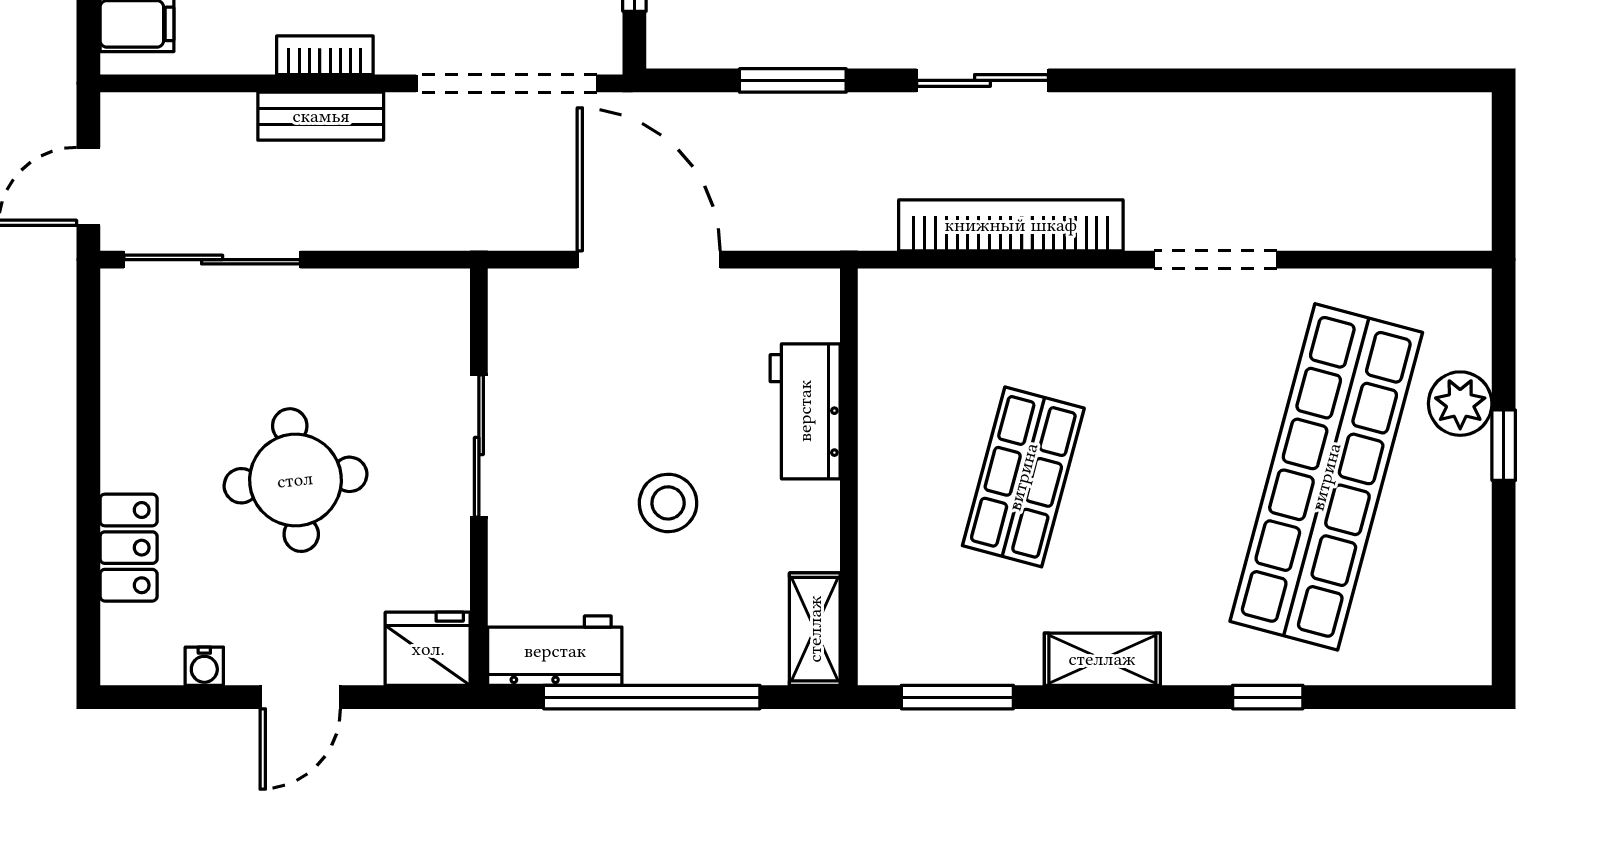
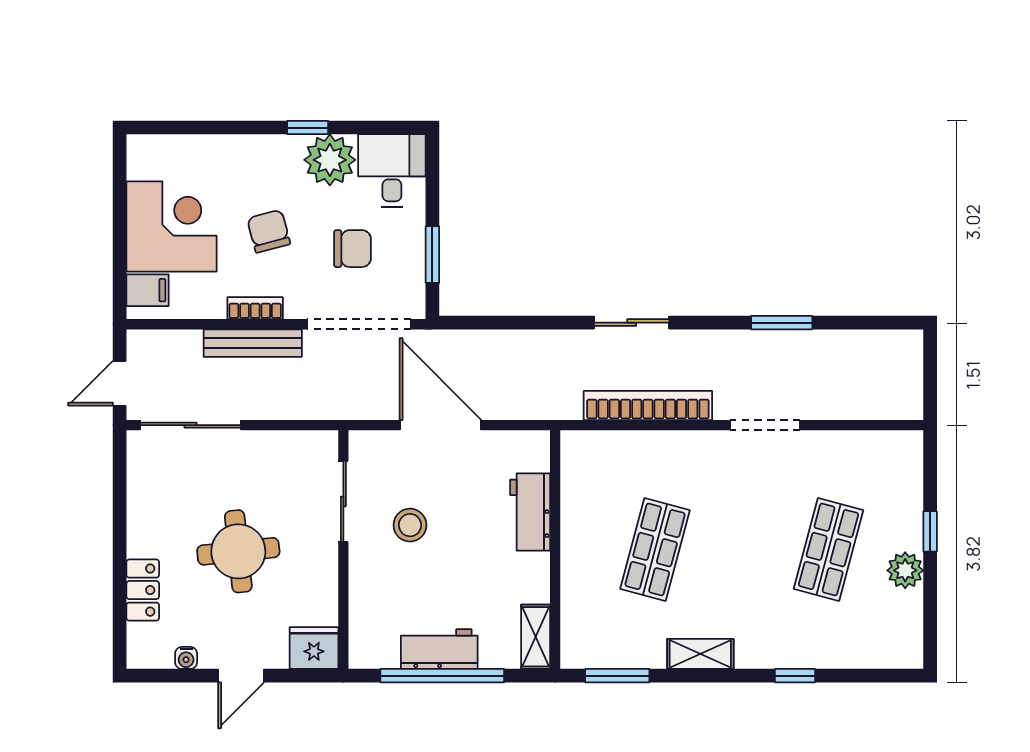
window: (793, 80) -> (782, 323), moved
bench: (321, 116) -> (253, 343), width x1.36
plant: (1460, 404) -> (905, 570), moved
sliding door: (479, 446) -> (343, 501), moved
shop shelf: (1326, 477) -> (829, 550), width x0.50, depth x0.74
stool: (668, 503) -> (410, 525), moved
workbench: (555, 651) -> (439, 649), moved

